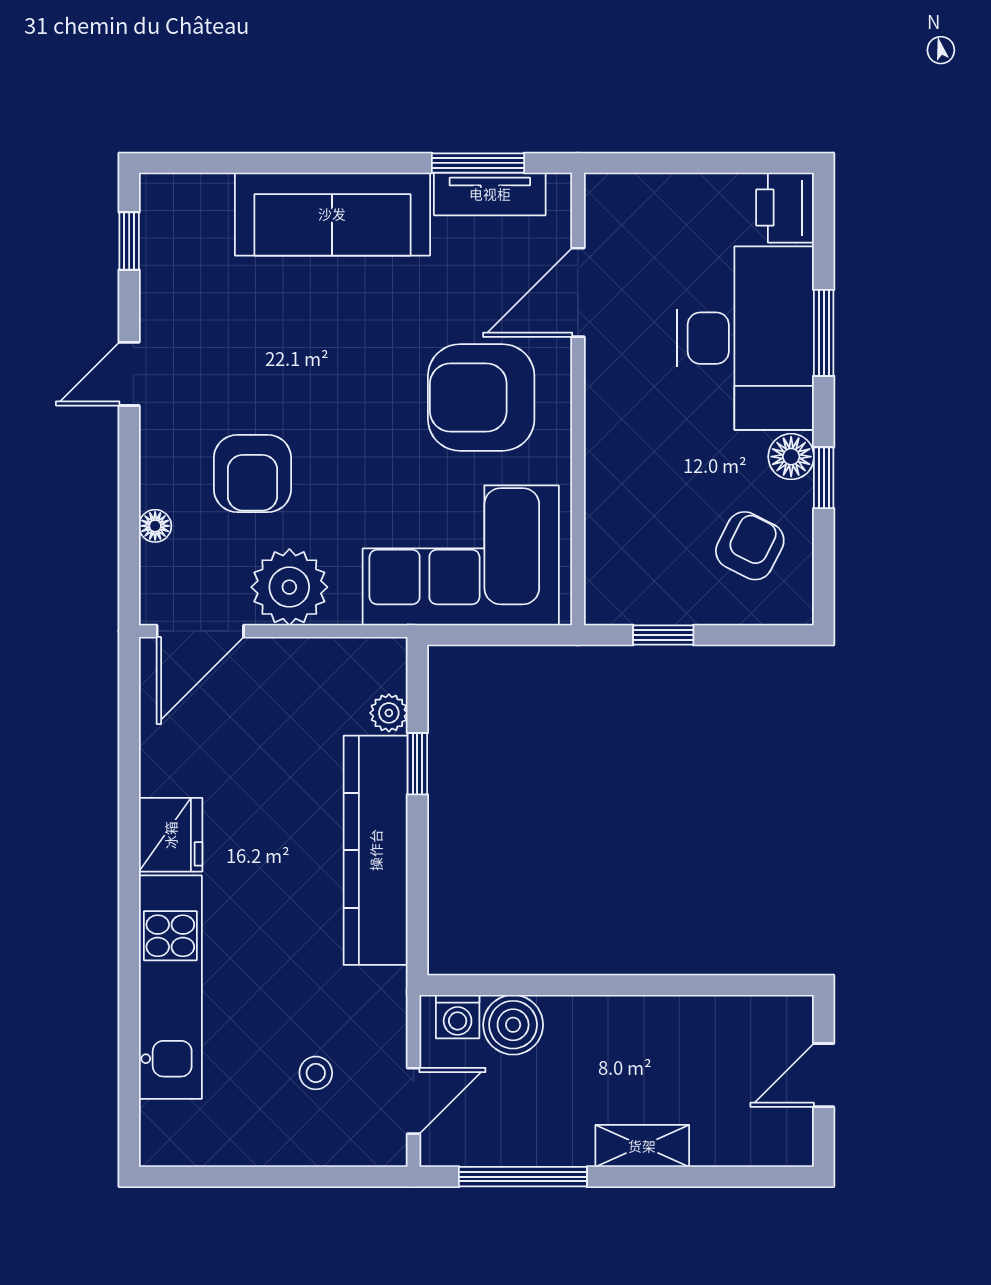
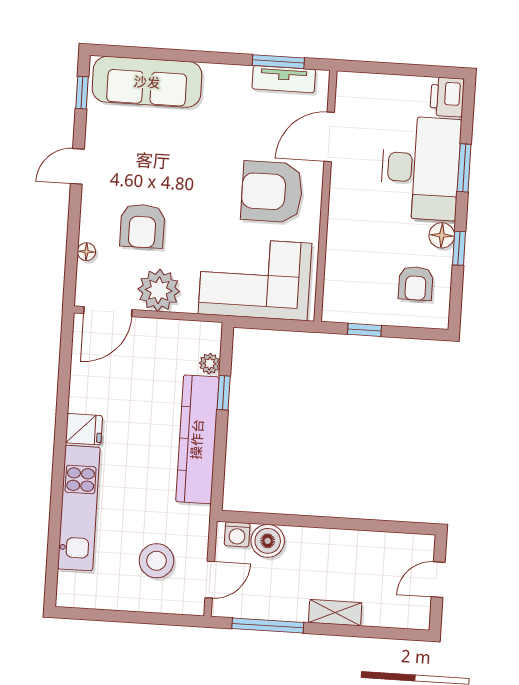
sofa: (332, 214) -> (147, 82), moved
armchair: (750, 546) -> (416, 283), turned 153
fridge: (171, 835) -> (84, 429), width x0.72
stool: (316, 1073) -> (156, 561), width x1.89, depth x1.89

